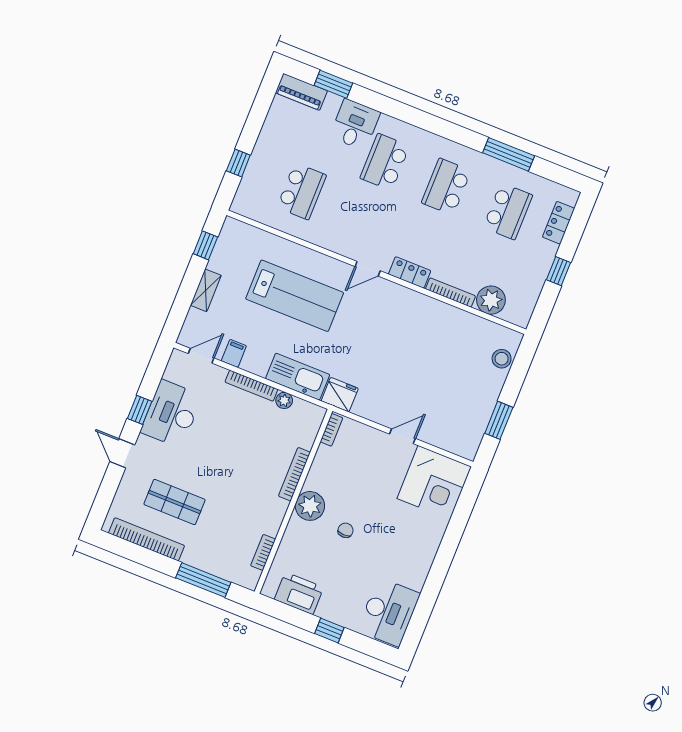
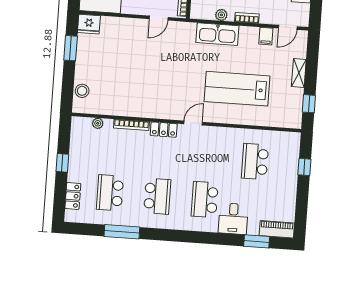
school desk: (385, 162) -> (205, 200), turned 180
plant: (491, 300) -> (98, 123), width x0.53, depth x0.53
bookcase: (251, 386) -> (247, 18), width x0.64
fridge: (340, 395) -> (89, 24), moved
door: (402, 436) -> (159, 18), moved

